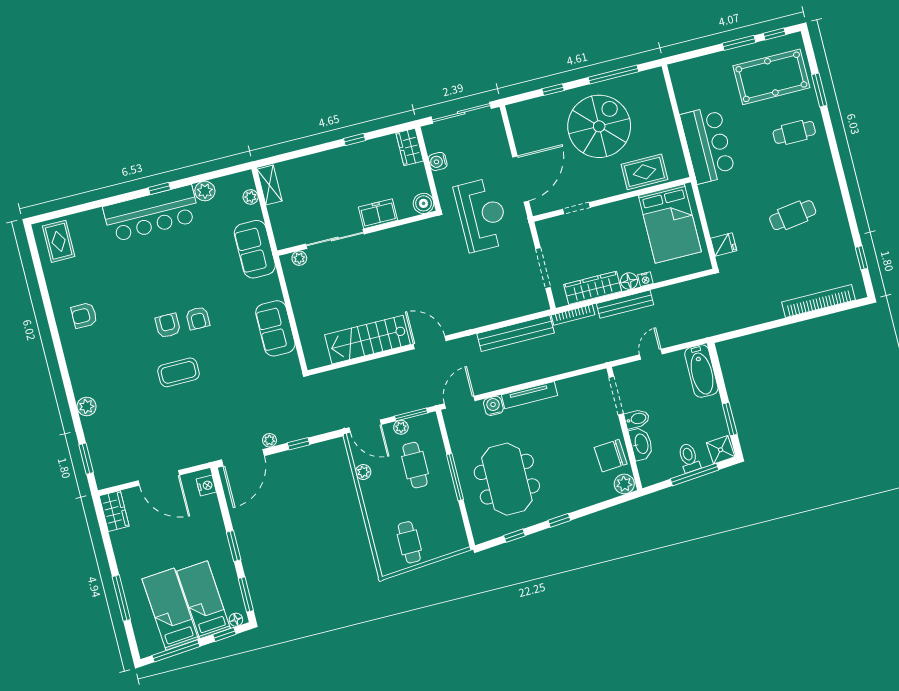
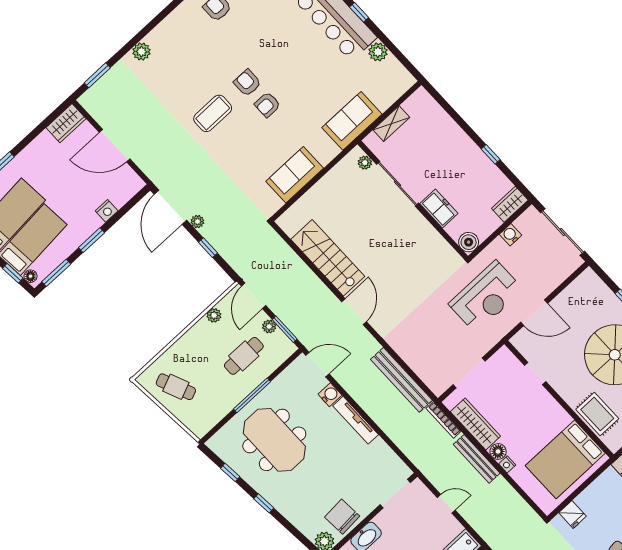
door: (521, 179) -> (534, 313), width x0.73
shelving: (270, 185) -> (391, 124), moved
plant: (251, 197) -> (394, 93), removed
armchair: (168, 326) -> (247, 83), turned -90
coffee table: (178, 372) -> (213, 113), turned 90
bidet: (637, 419) -> (385, 522), removed
door: (243, 458) -> (170, 207), hinge flipped
door: (159, 478) -> (115, 146), hinge flipped
meeting table: (507, 479) -> (274, 440), turned 90
nightstand: (206, 486) -> (107, 211), moved
cafe table: (409, 542) -> (176, 387), turned 67

